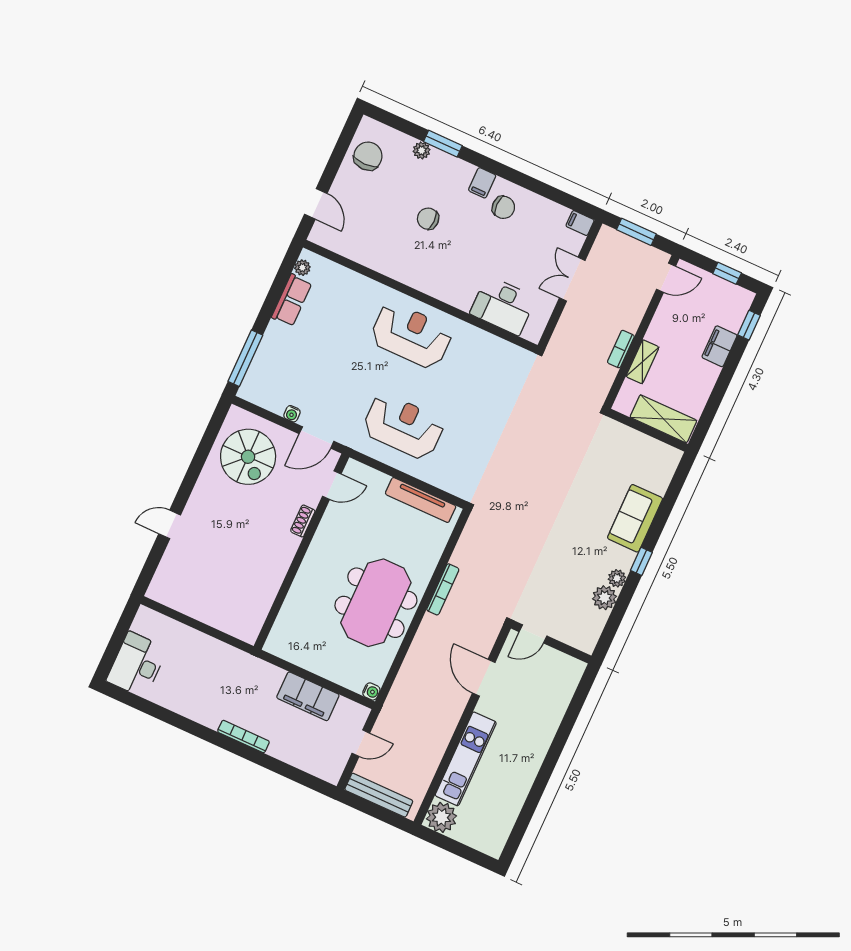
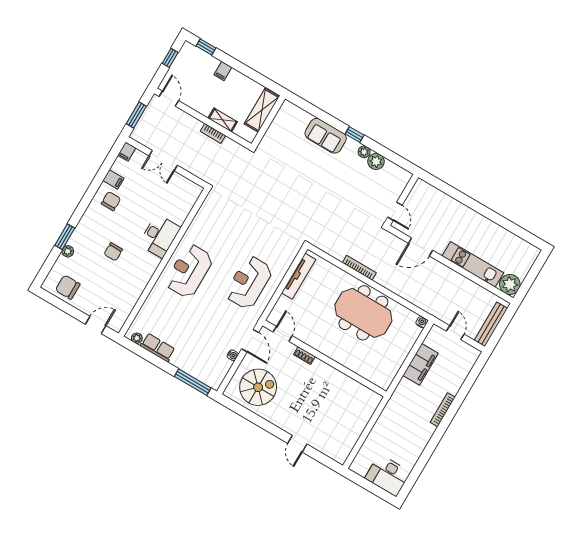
filing cabinet: (482, 183) -> (113, 179), moved
desk: (503, 305) -> (160, 236), moved
filing cabinet: (719, 346) -> (223, 71), width x0.50

